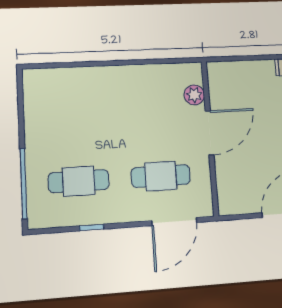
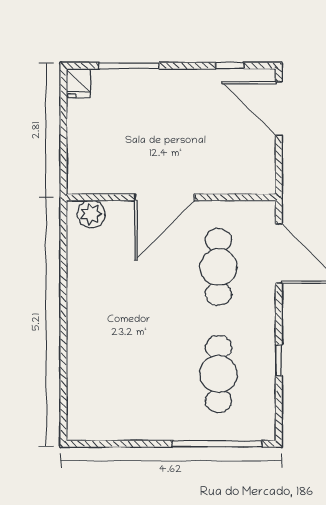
plant: (194, 95) -> (91, 214), moved
door: (210, 133) -> (165, 197), swing flipped

